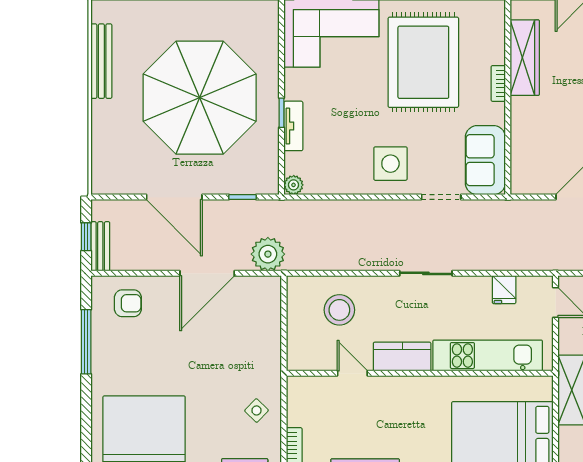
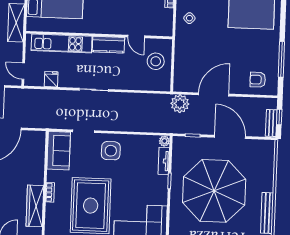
tv unit: (293, 126) -> (164, 161), moved
bench: (100, 246) -> (271, 123), moved
stool: (339, 310) -> (156, 61), moved

